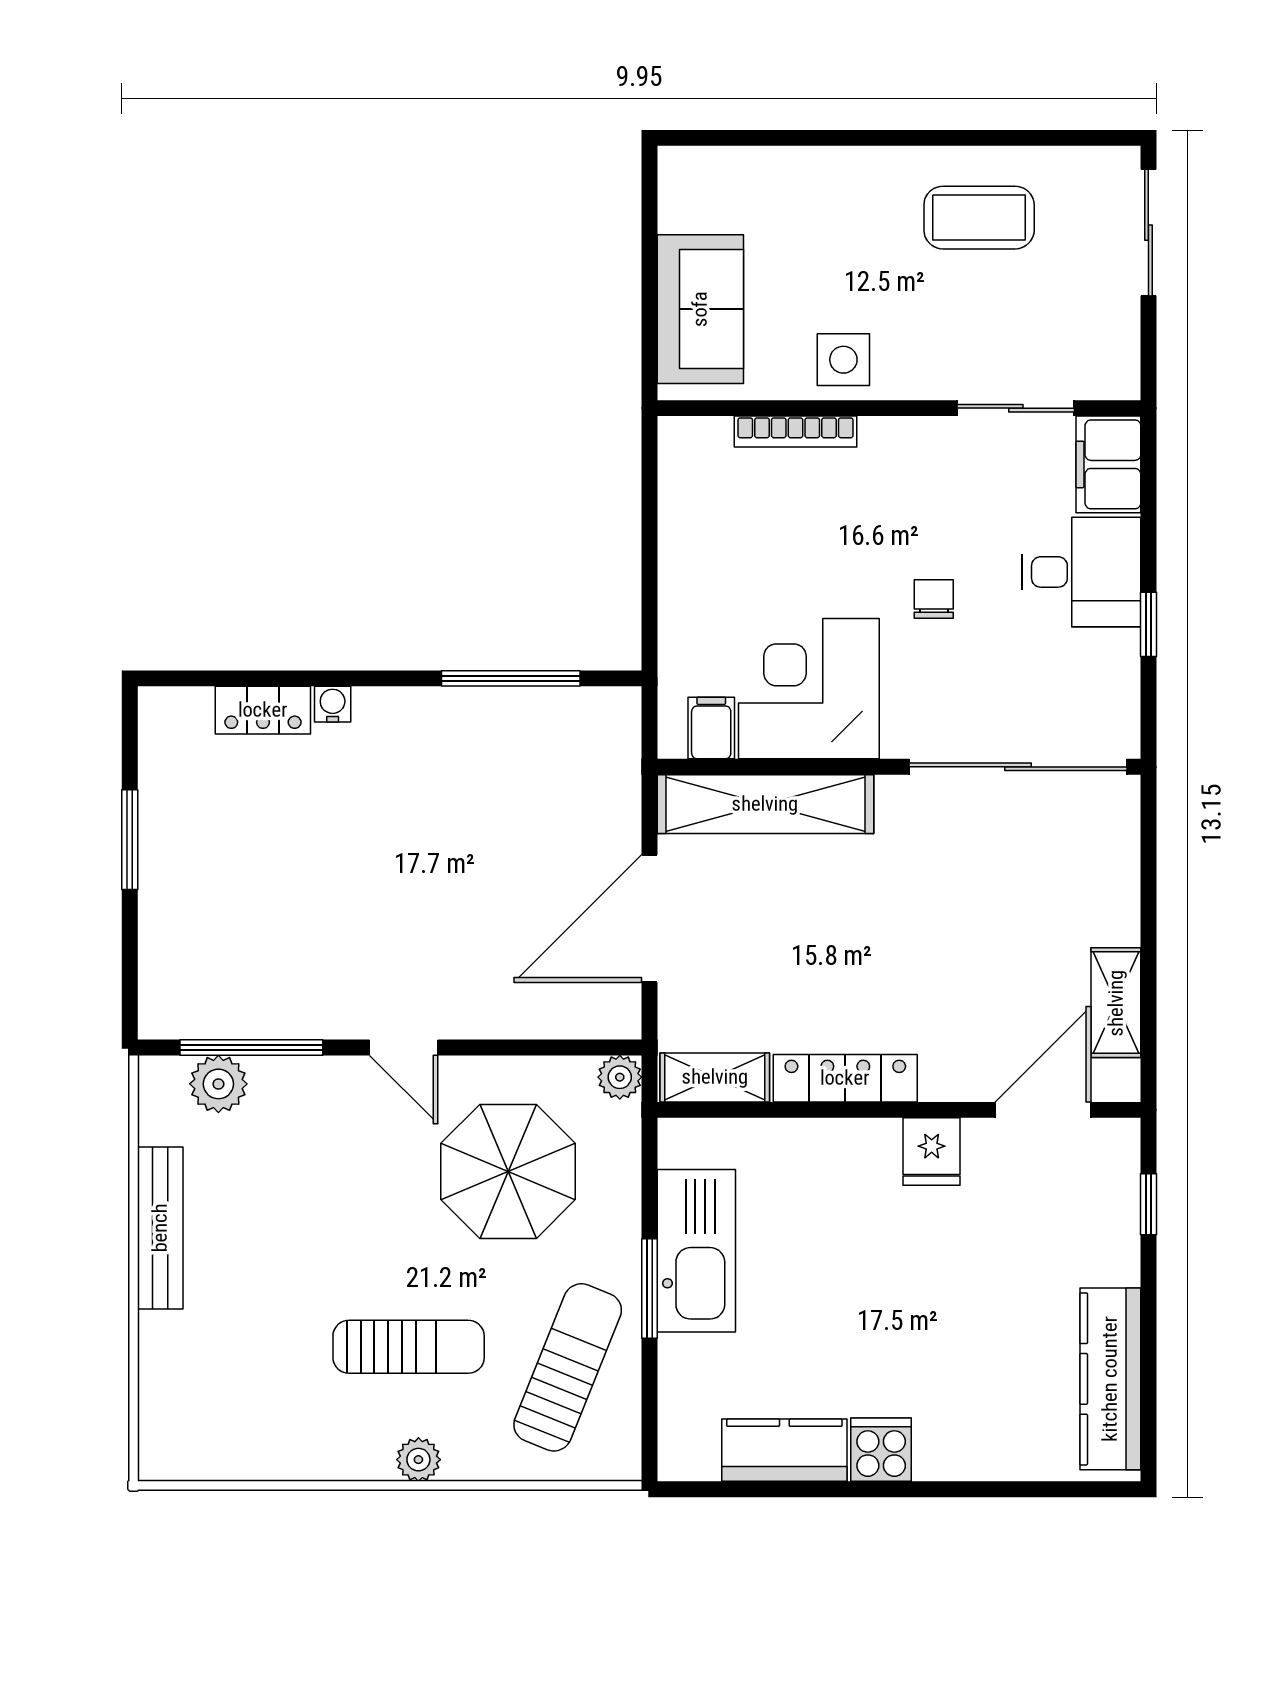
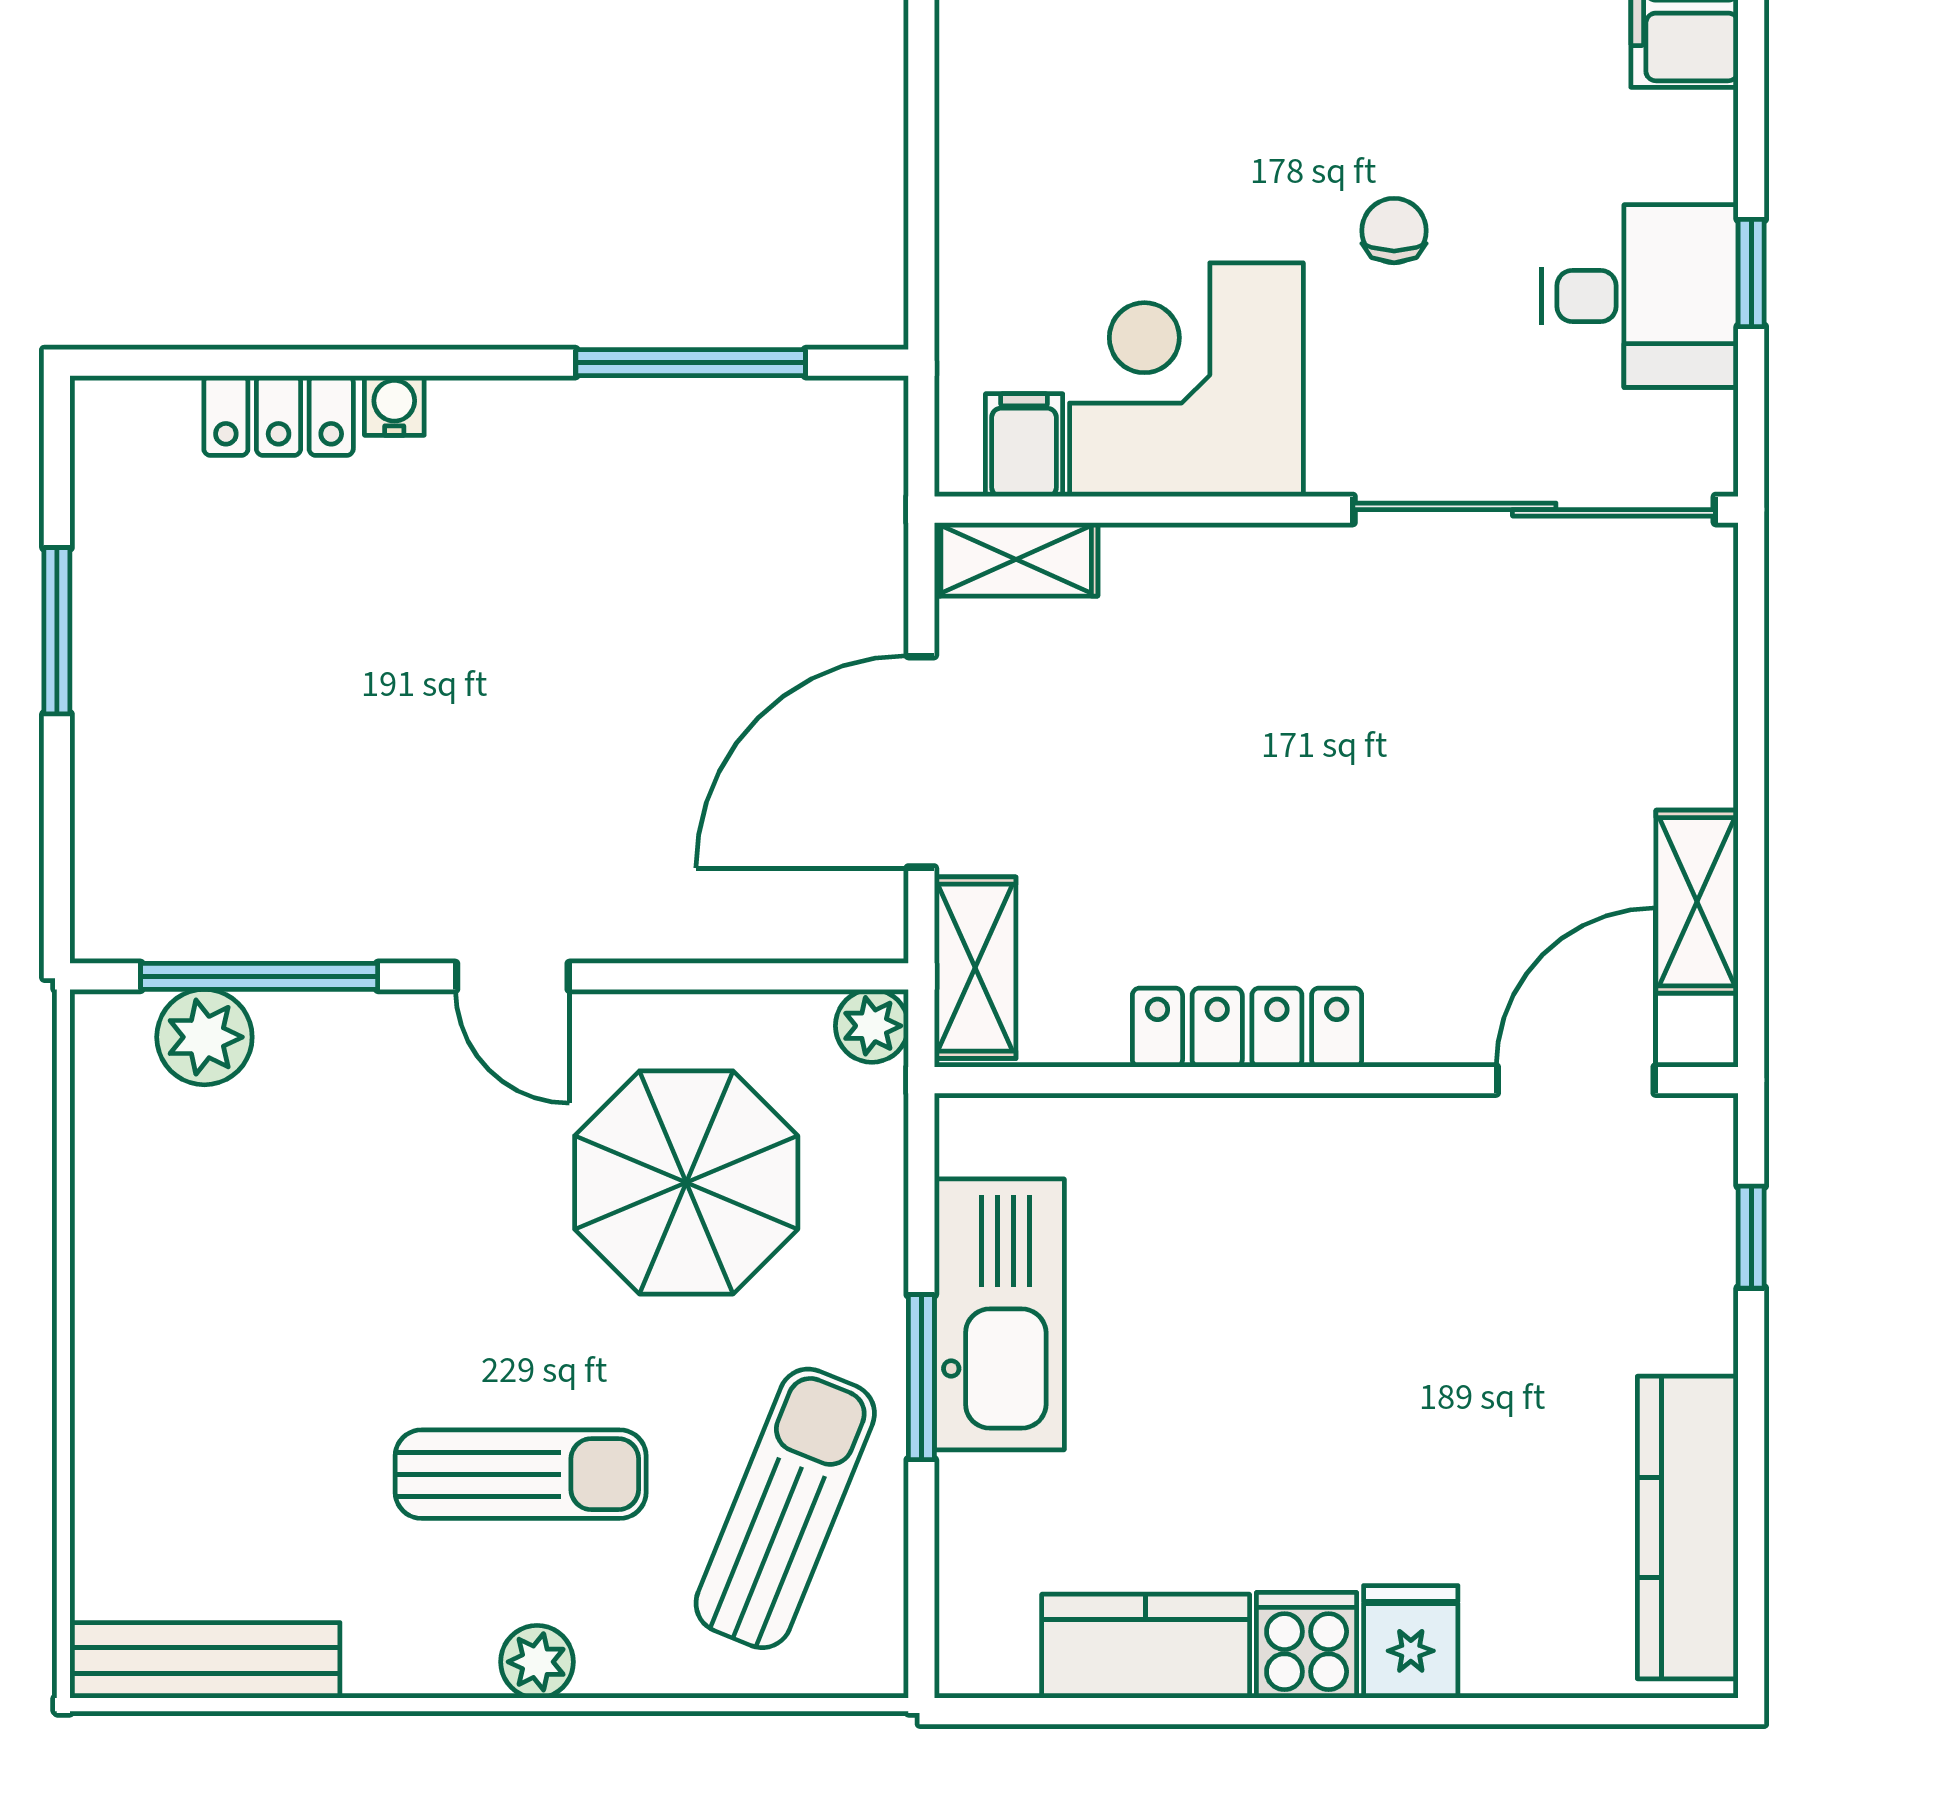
desk: (1081, 572) -> (1640, 296), moved
shelving: (765, 804) -> (1016, 559), width x0.45, depth x0.75
shelving: (715, 1077) -> (975, 968), moved, turned 90
fridge: (932, 1151) -> (1411, 1642), moved, turned 180
bench: (160, 1228) -> (205, 1660), moved, turned 90

